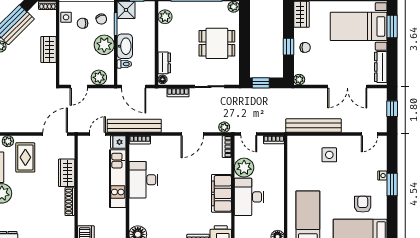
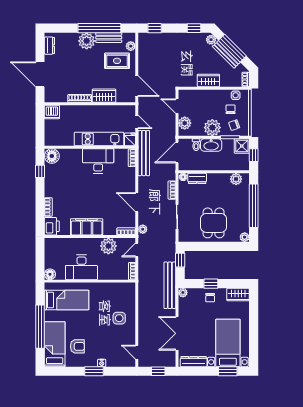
bench: (313, 126) -> (170, 285), moved
desk: (249, 197) -> (81, 267), moved, turned 180

